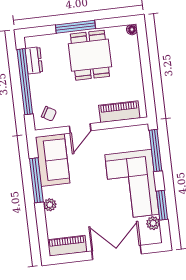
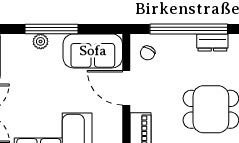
door: (80, 128) -> (126, 88), width x1.38
window: (36, 180) -> (52, 29), moved

